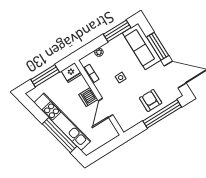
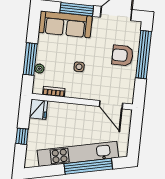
window: (117, 31) -> (30, 59), moved
window: (45, 76) -> (22, 136), width x0.46
dishwasher: (88, 97) -> (74, 111), removed
door: (106, 108) -> (111, 105), moved

